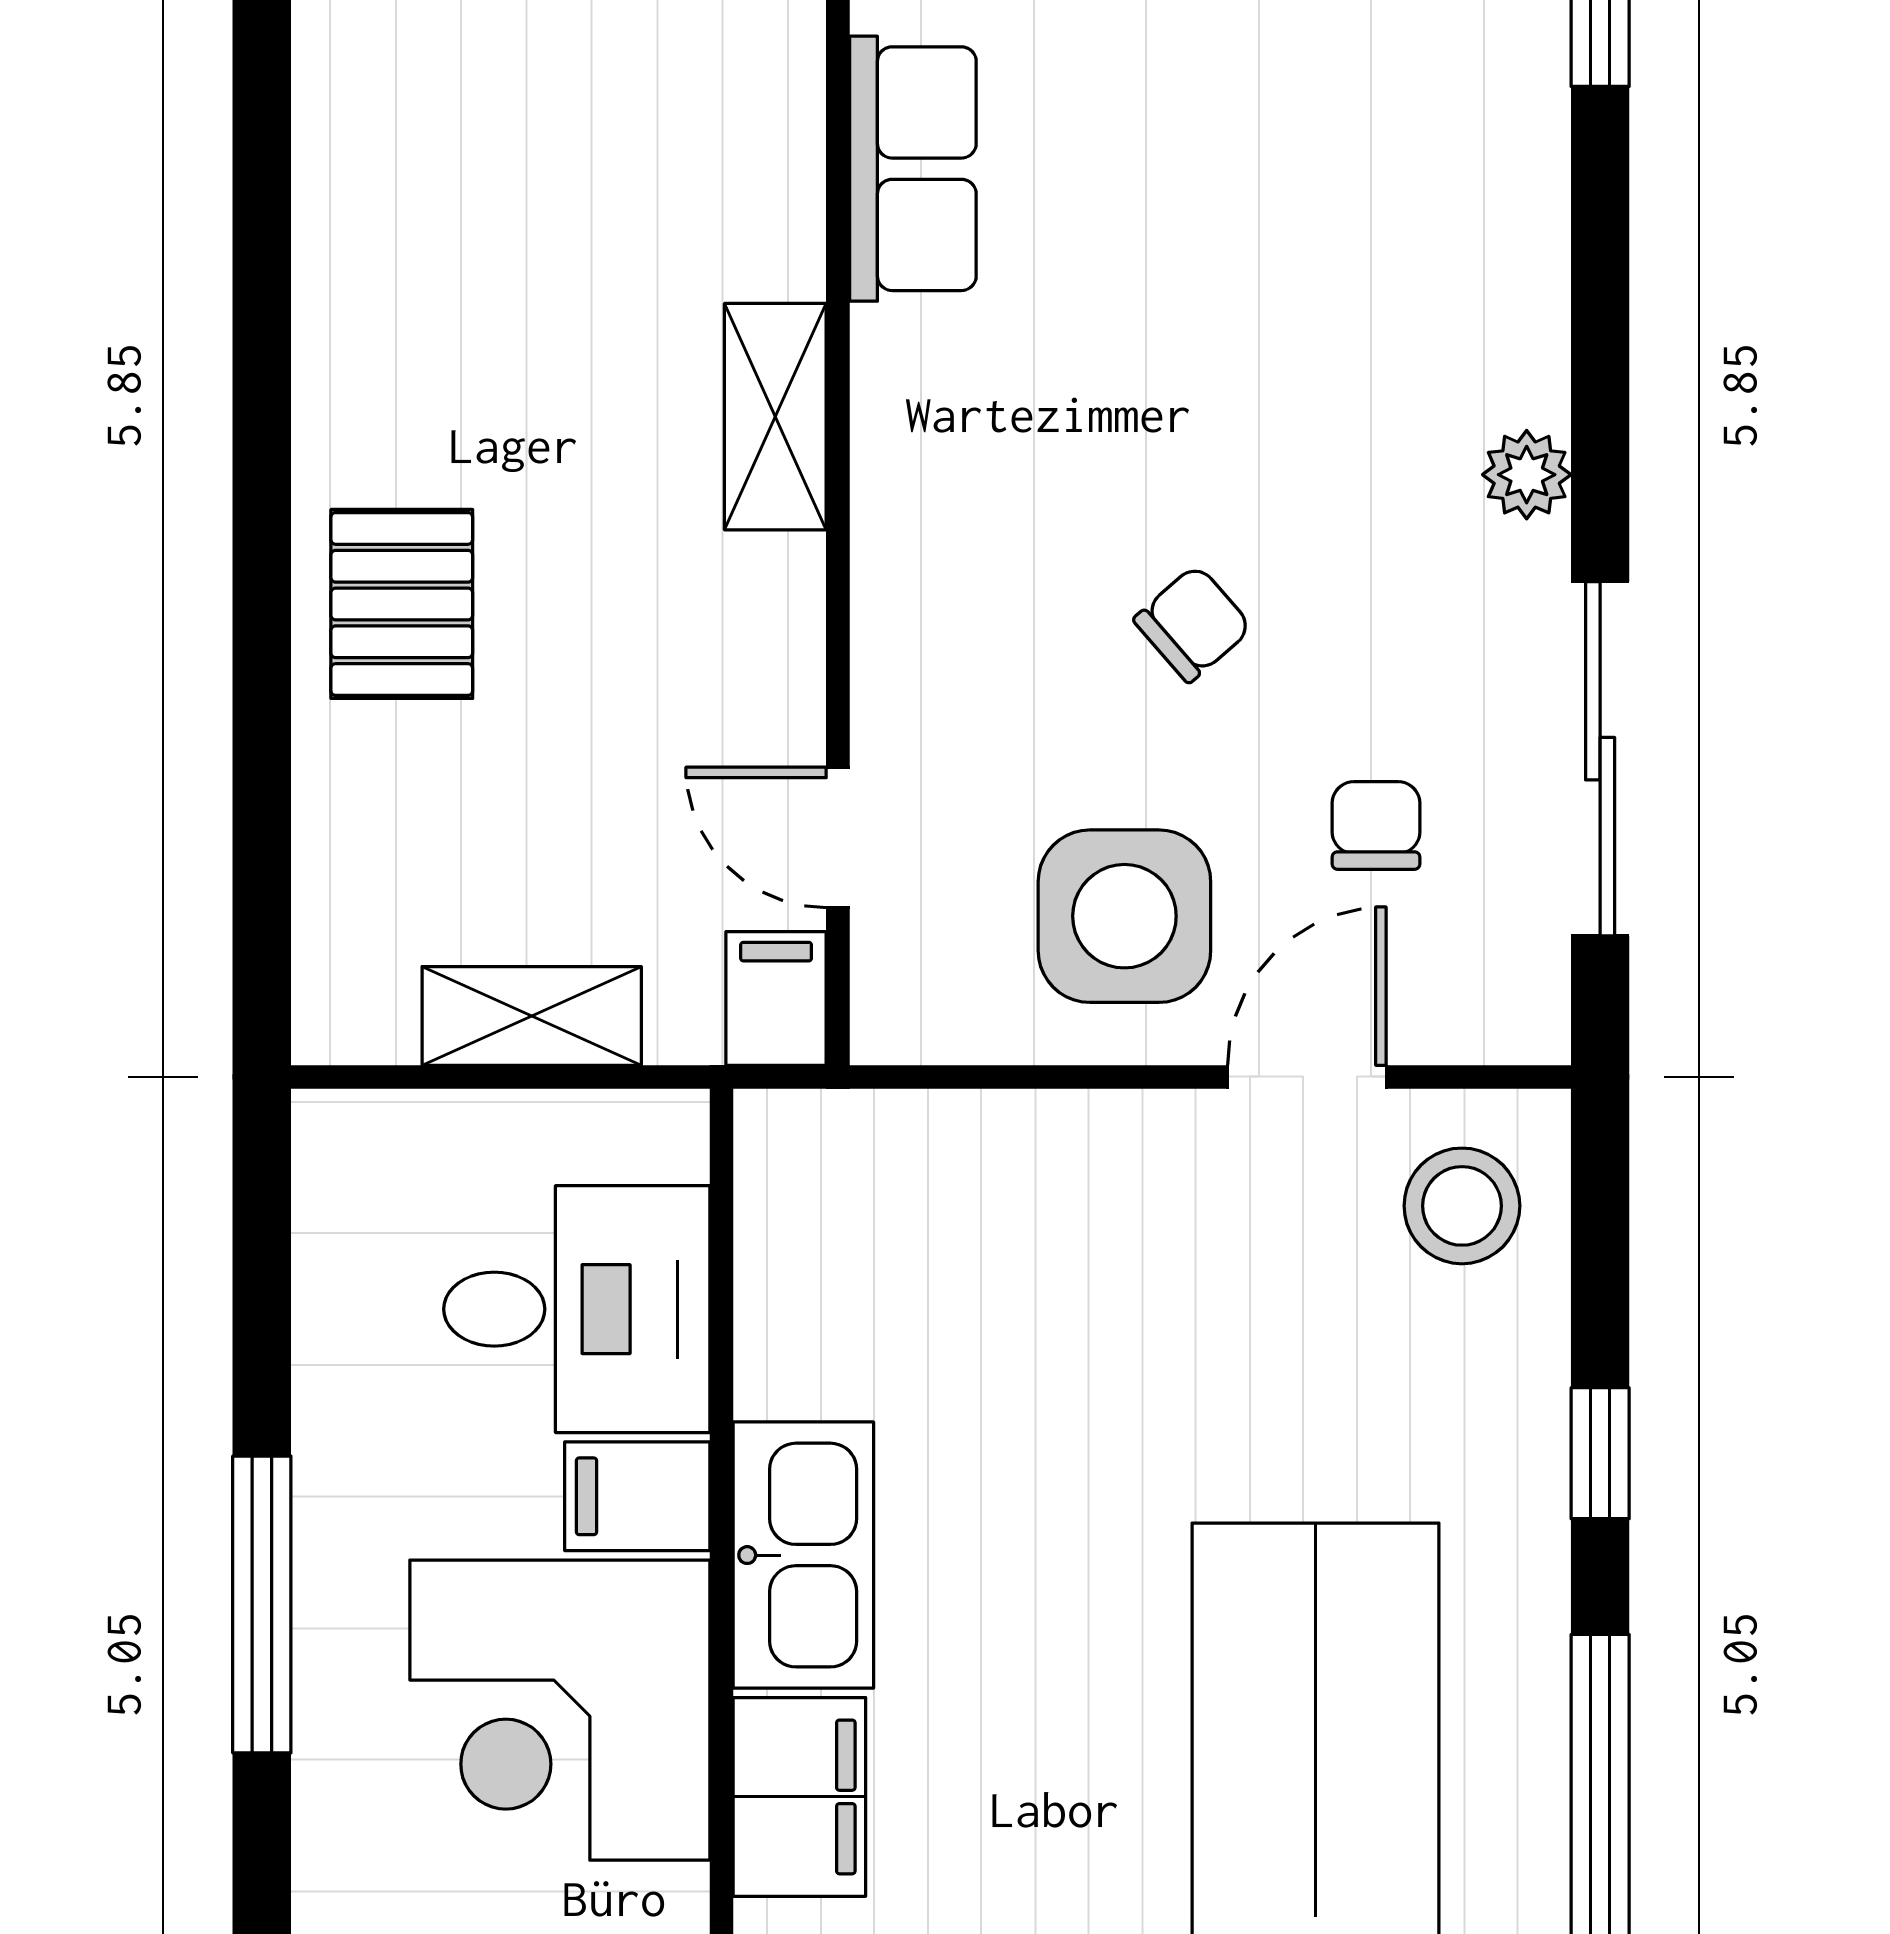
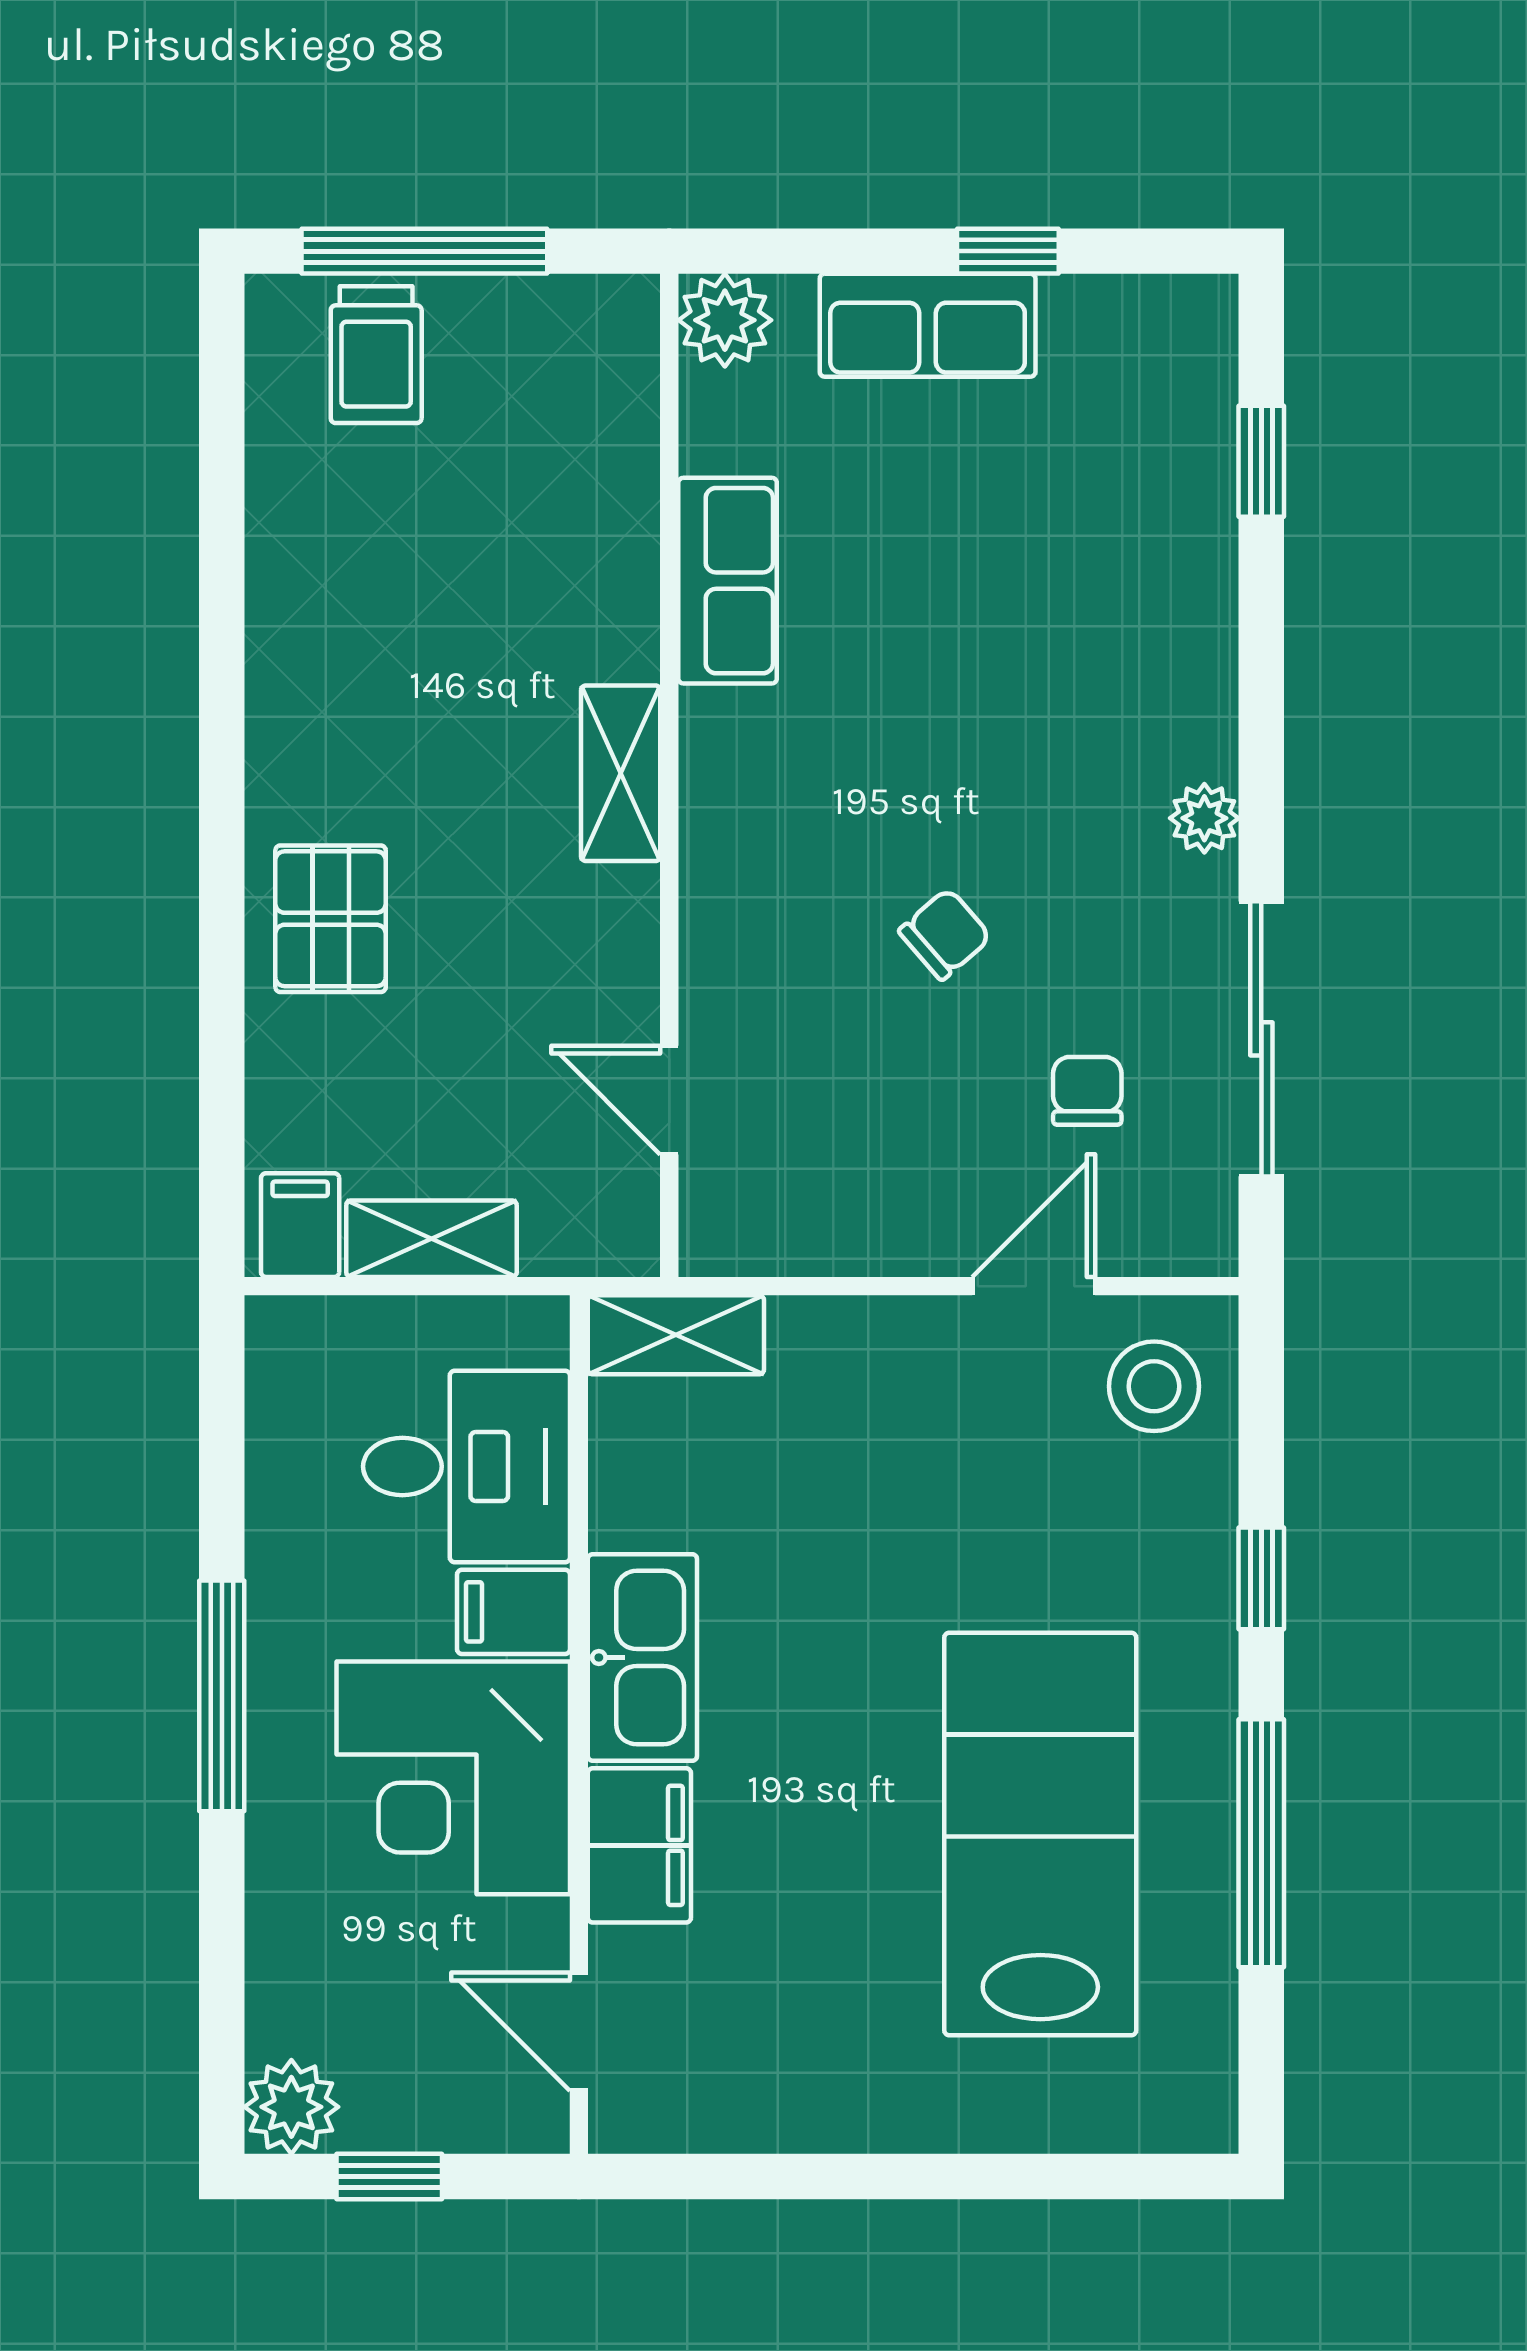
side table: (1124, 916) -> (892, 1161), removed
filing cabinet: (776, 998) -> (300, 1225), moved
shelving: (846, 1140) -> (676, 1335), added

